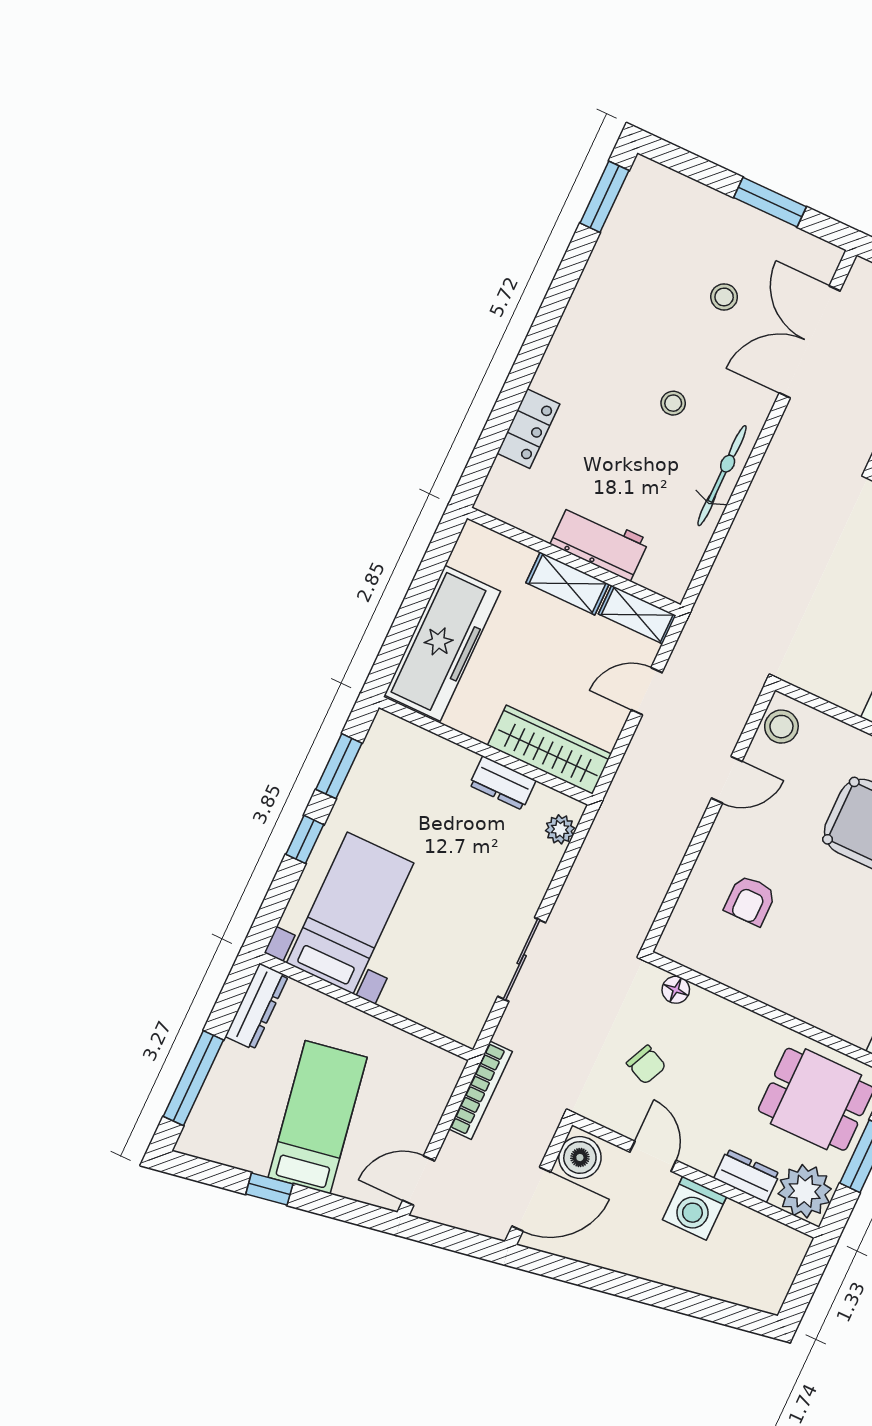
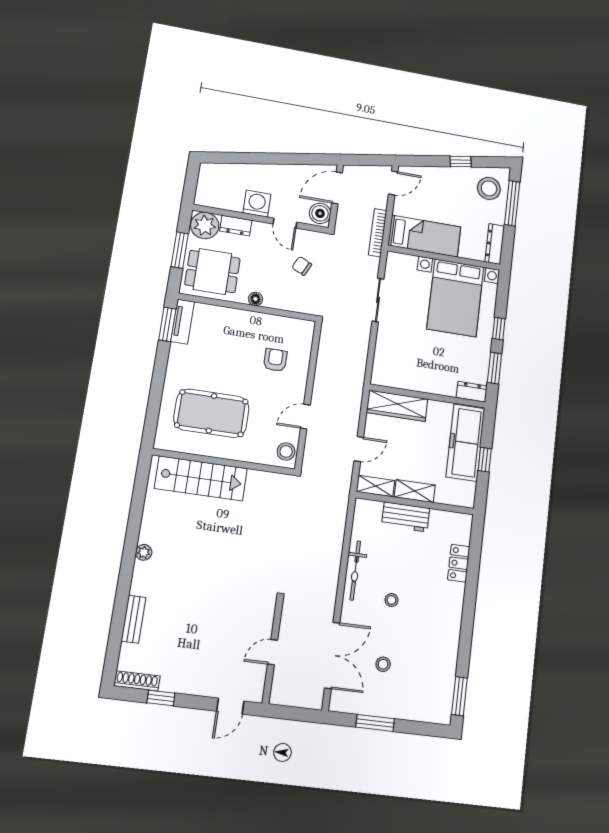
window: (416, 601) -> (485, 460), added
dresser: (503, 783) -> (472, 392), moved
plant: (560, 829) -> (380, 368), removed
bed with nightstands: (350, 913) -> (455, 298), width x1.36
floor lamp: (676, 990) -> (255, 299), moved
bed: (318, 1117) -> (425, 236), moved, turned -80
stool: (230, 1120) -> (489, 188), added

